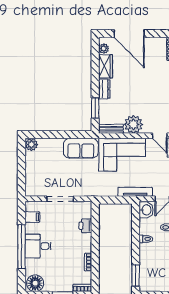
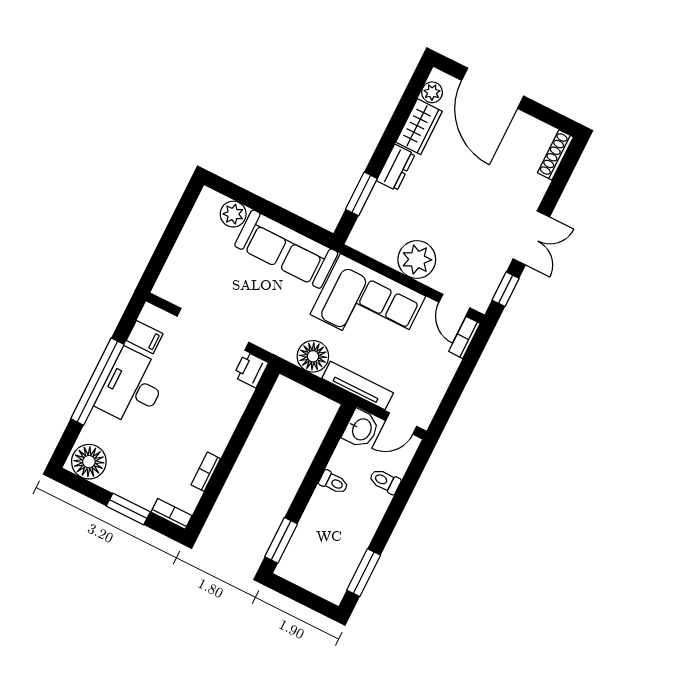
bench: (111, 129) -> (371, 247), removed
plant: (31, 145) -> (233, 214), moved
sofa: (81, 148) -> (286, 249), width x1.36
floor lamp: (109, 189) -> (313, 356), added
doorway: (60, 199) -> (213, 329), width x1.36
printer: (85, 226) -> (251, 370), moved
desk: (38, 246) -> (132, 388), width x1.37

